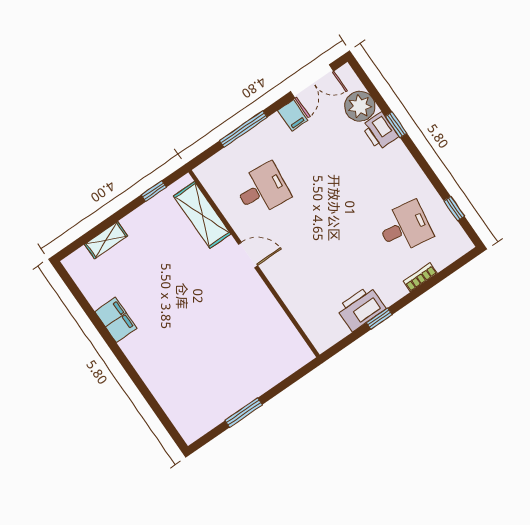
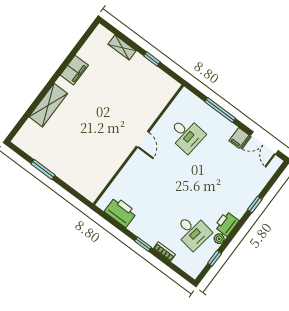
plant: (360, 106) -> (219, 239), moved, width x0.53, depth x0.53
printer: (380, 131) -> (227, 224), moved
window: (154, 191) -> (152, 59), moved
shelving: (202, 215) -> (48, 105), moved
printer: (361, 308) -> (121, 212), moved
window: (379, 319) -> (143, 244), moved

